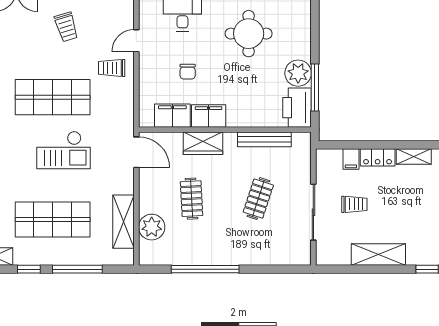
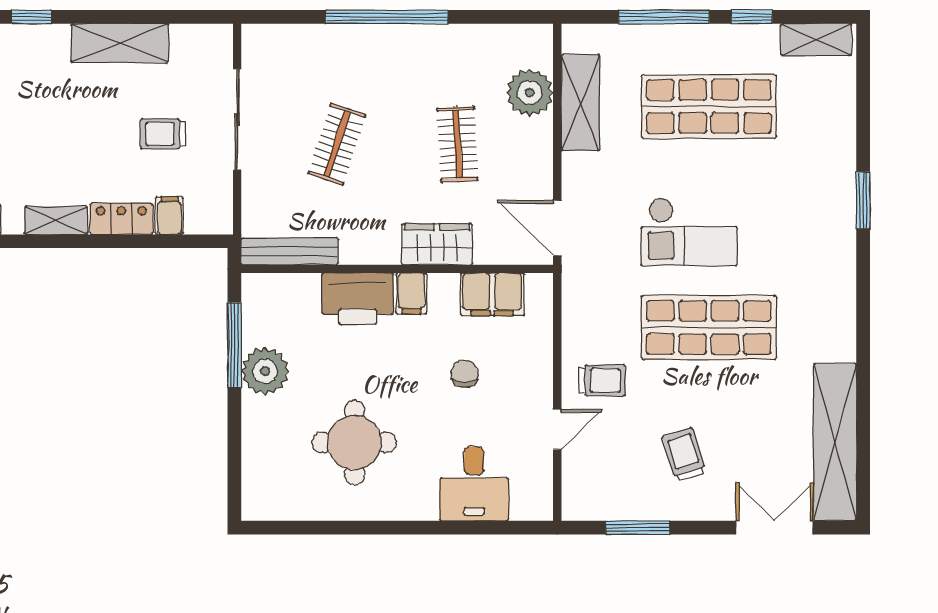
printer: (297, 108) -> (358, 299), moved, turned 90
filing cabinet: (209, 116) -> (411, 293), width x0.50
bench: (264, 139) -> (290, 251), moved
checkout: (64, 150) -> (689, 232), turned 180
window: (205, 269) -> (387, 17), moved

